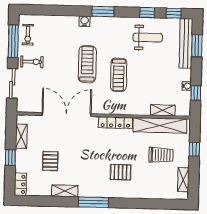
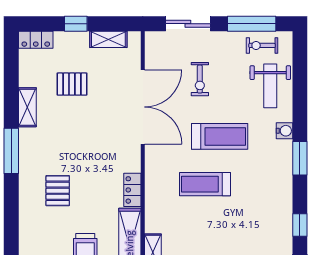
weight bench: (148, 38) -> (270, 86), moved
exercise bike: (32, 62) -> (200, 79), moved
locker: (115, 123) -> (132, 190), width x0.66

